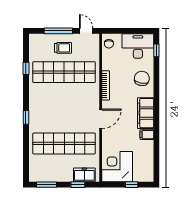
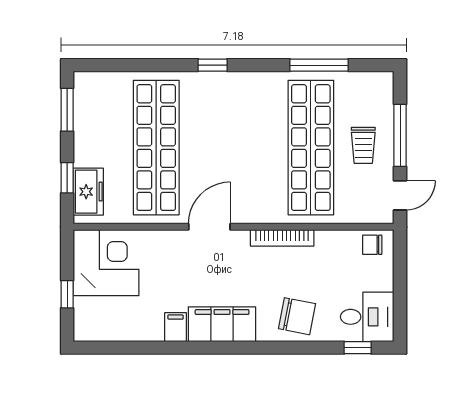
desk: (138, 46) -> (367, 317), width x0.73
window: (26, 68) -> (319, 65), width x2.17
door: (101, 119) -> (209, 227), swing flipped

